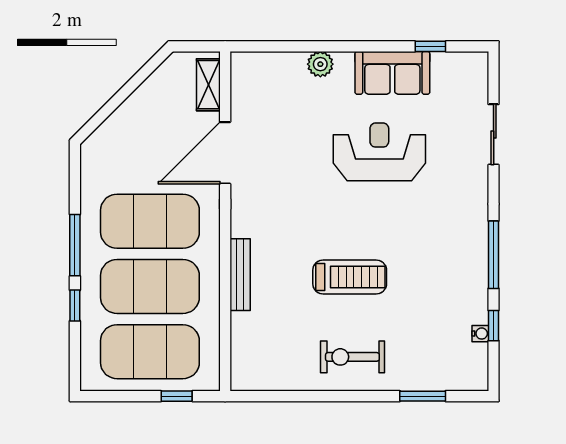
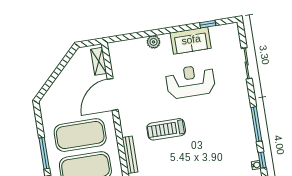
treadmill: (350, 277) -> (166, 129), moved, turned 180

